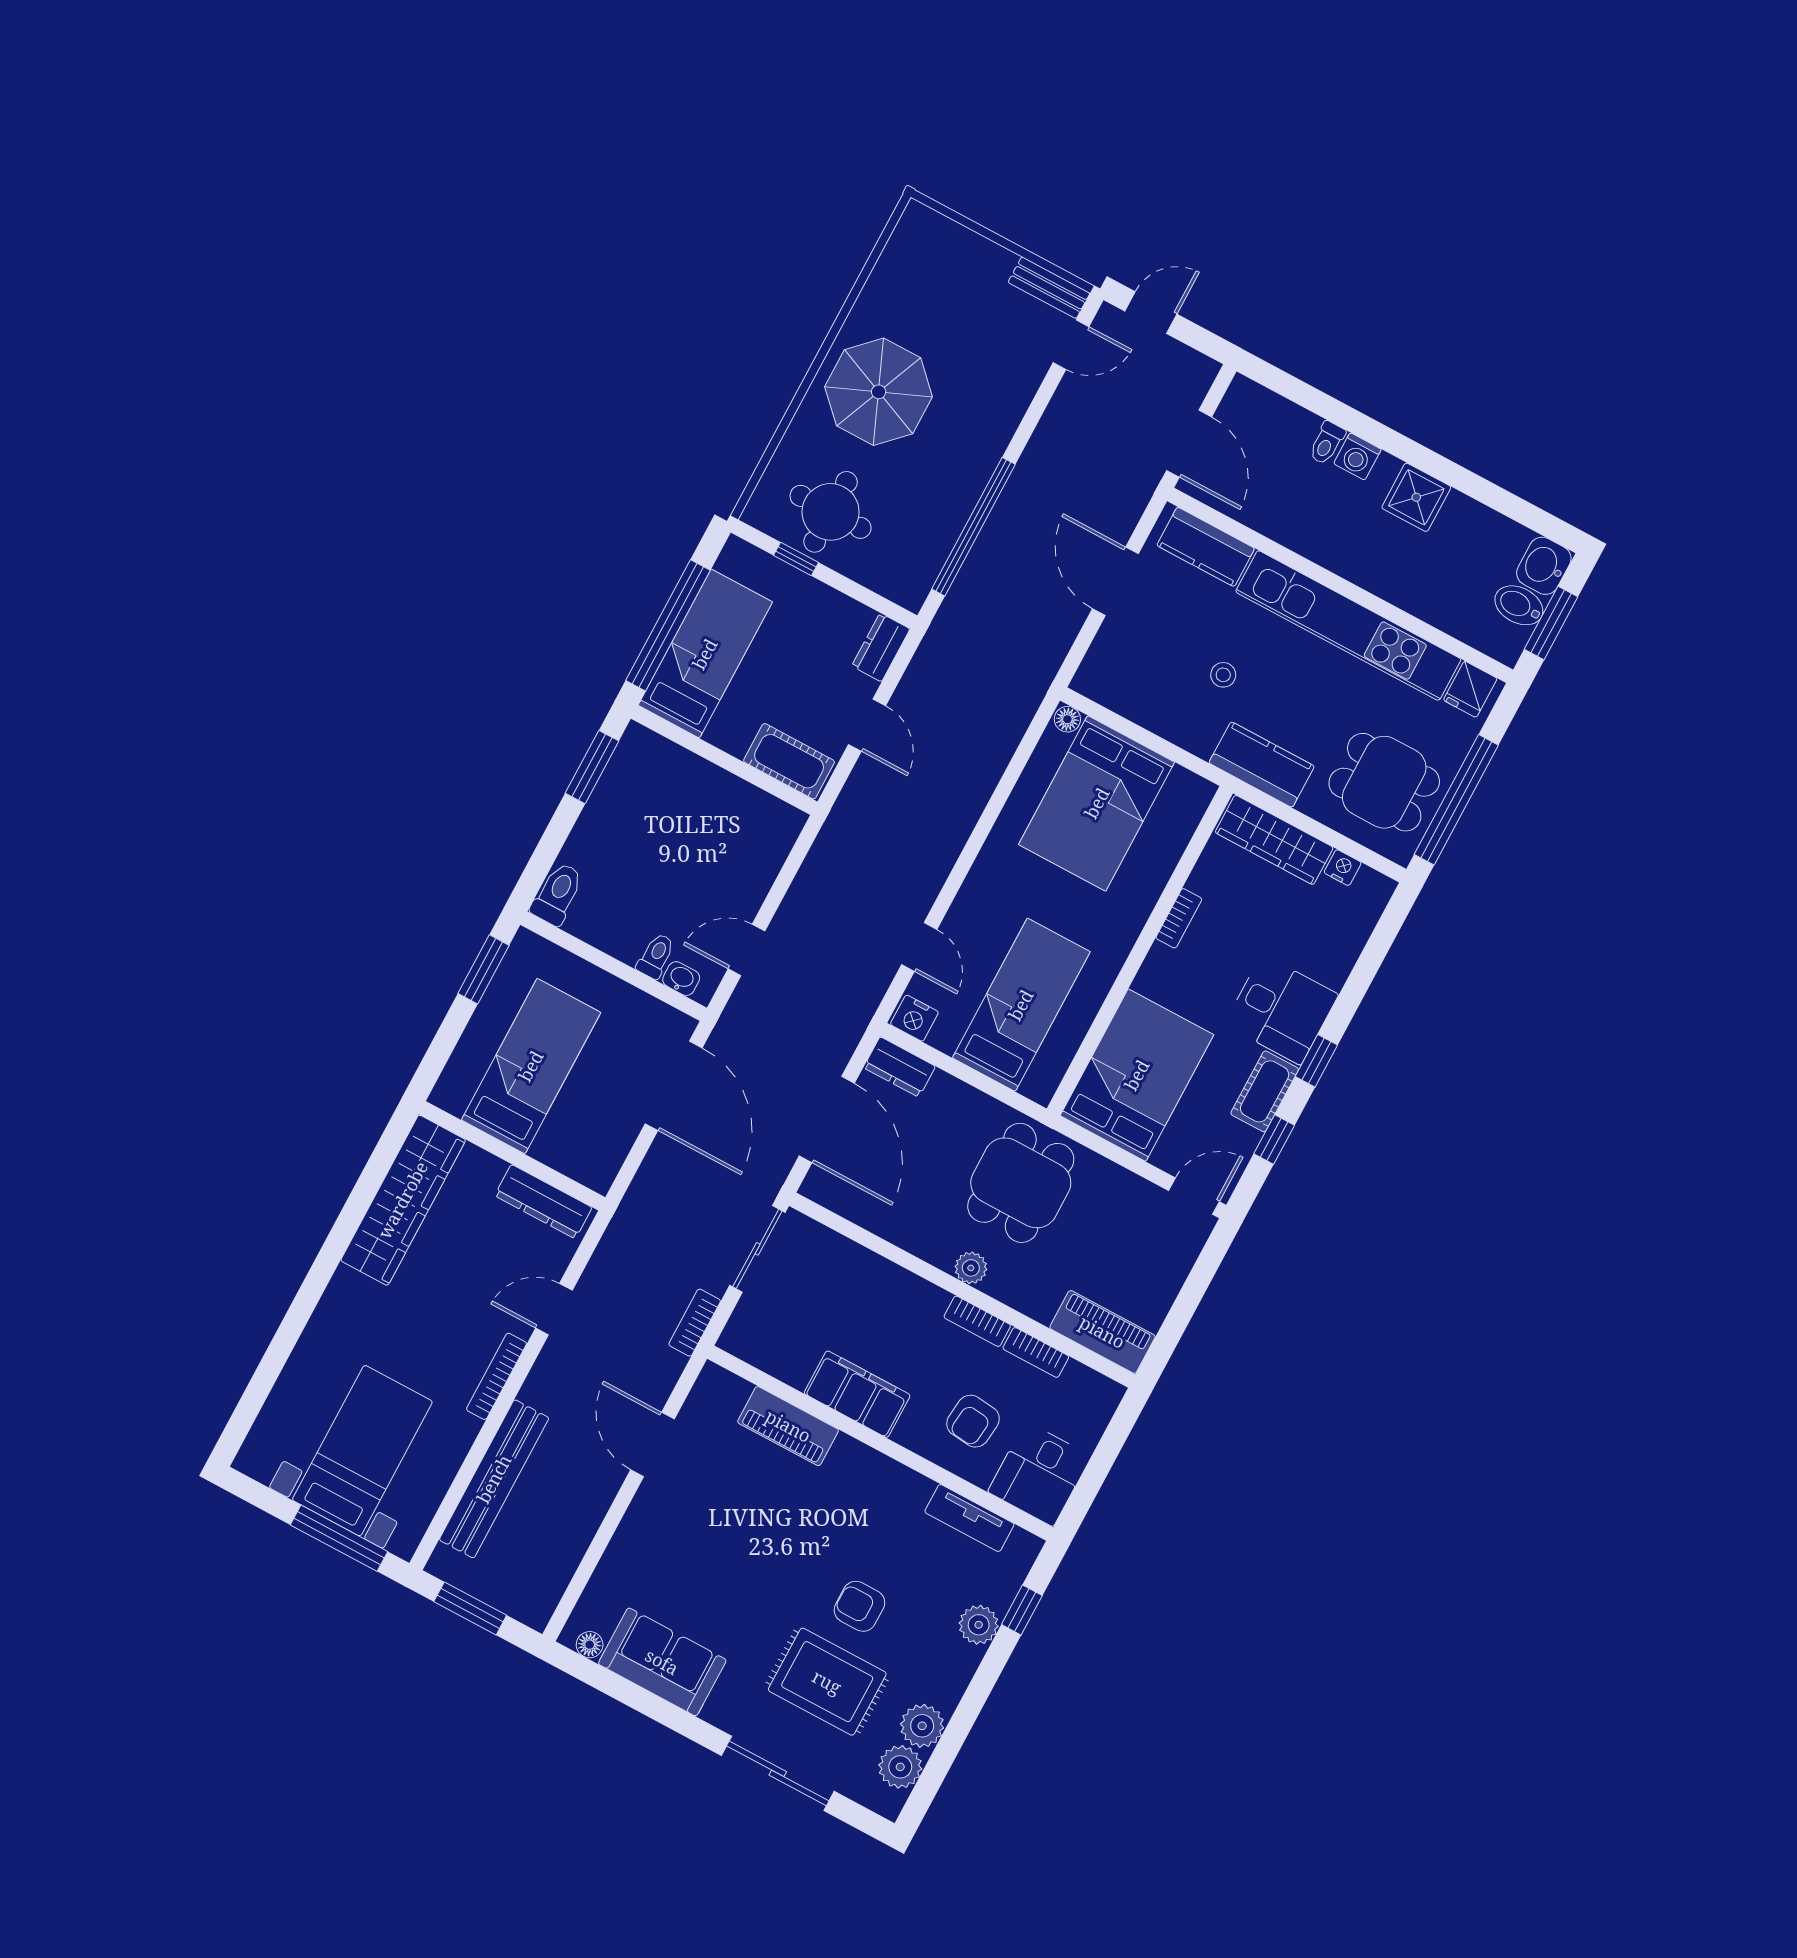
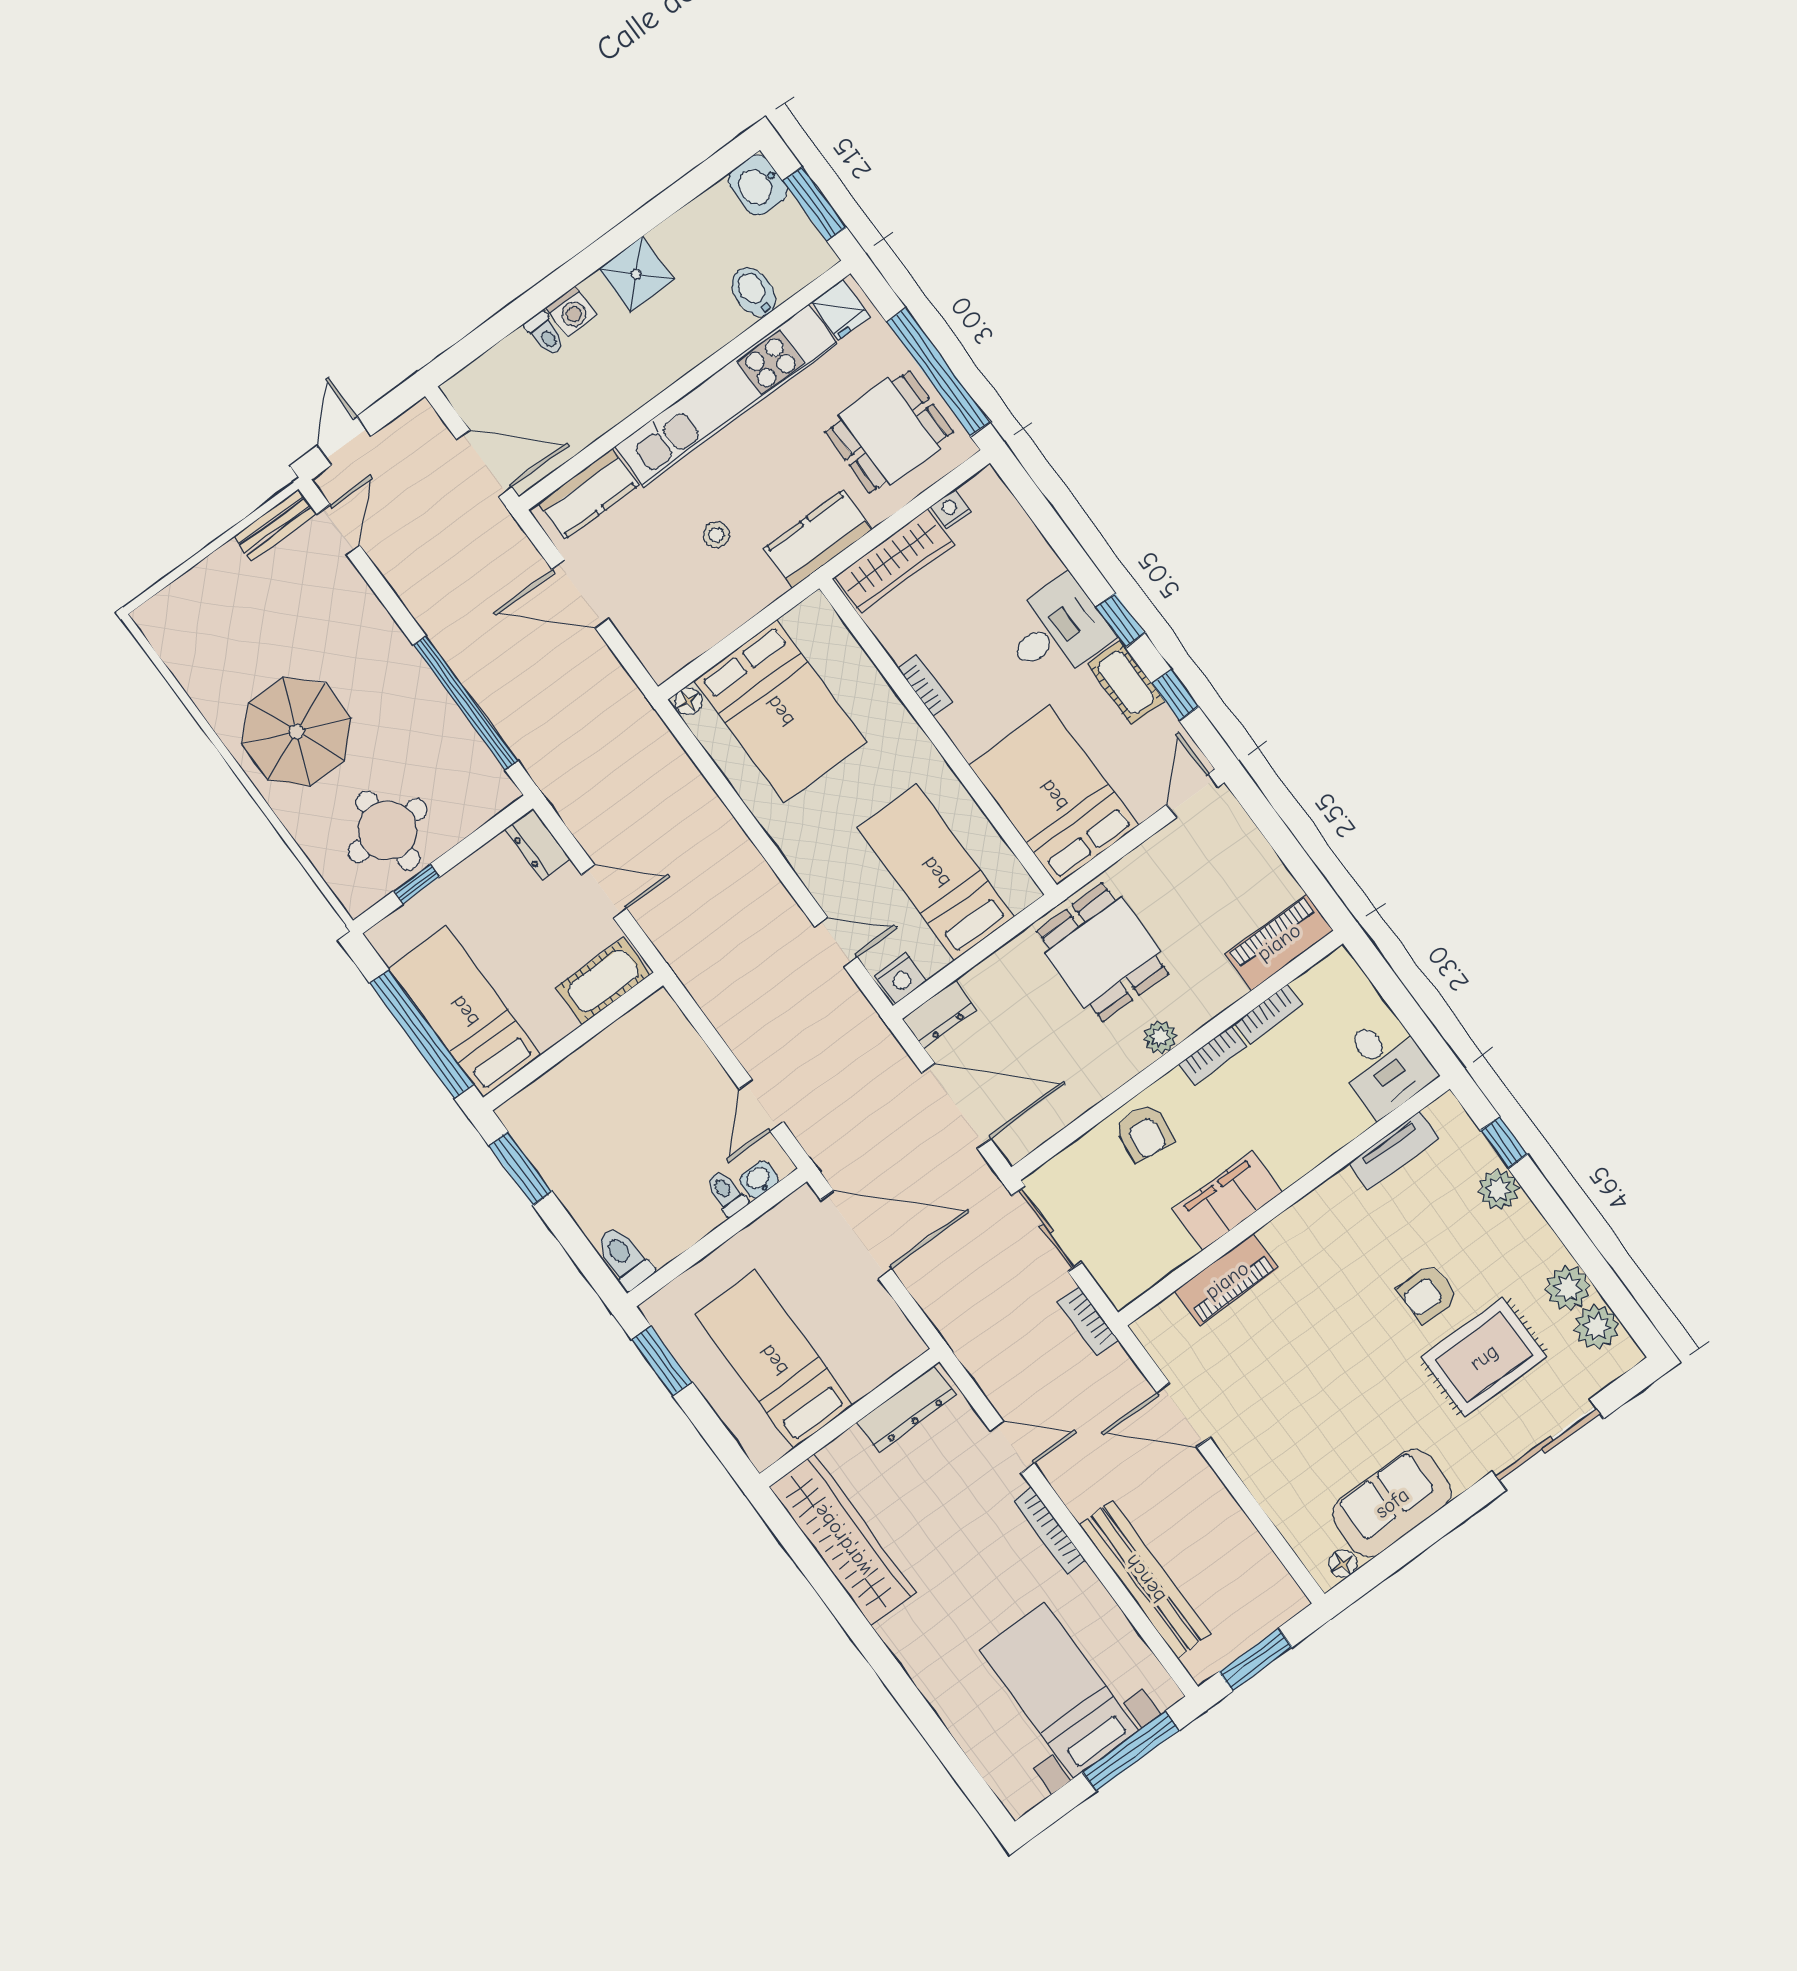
bidet: (1519, 605) -> (754, 292), moved, turned 90
door: (554, 1309) -> (1012, 1447), swing flipped
armchair: (973, 1421) -> (1144, 1132), moved

